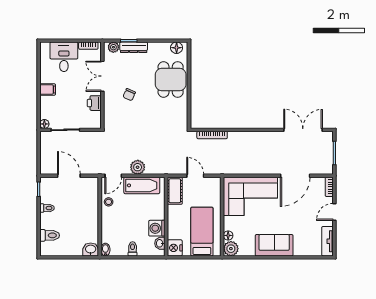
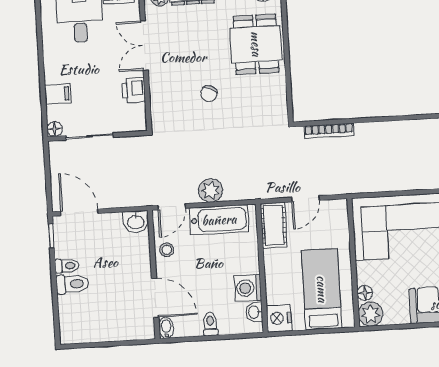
filing cabinet: (48, 89) -> (58, 94), moved
chair: (129, 95) -> (209, 94), moved
door: (69, 176) -> (79, 212), moved
door: (195, 176) -> (305, 199), swing flipped
door: (100, 231) -> (155, 298), added
toilet: (50, 235) -> (72, 284), moved
washbasin: (91, 249) -> (136, 222), moved, turned 180

